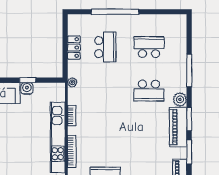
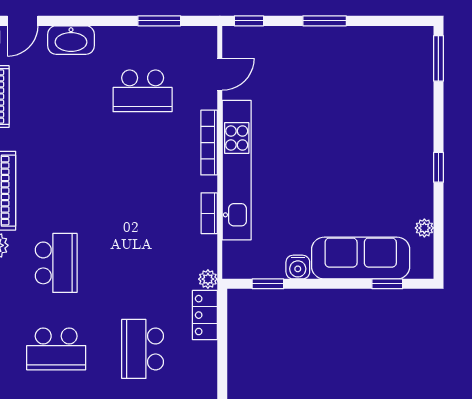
locker: (74, 48) -> (205, 315), moved
window: (28, 80) -> (268, 284), moved
school desk: (149, 91) -> (56, 263), turned 90

